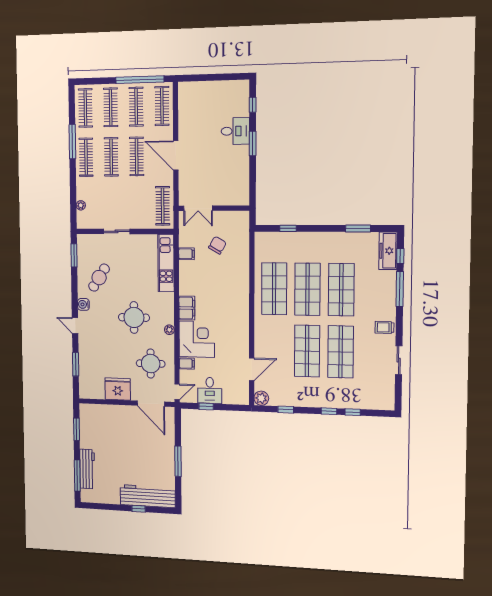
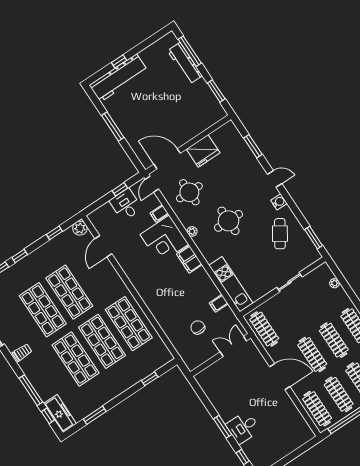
chair: (217, 245) -> (198, 327), turned 150

